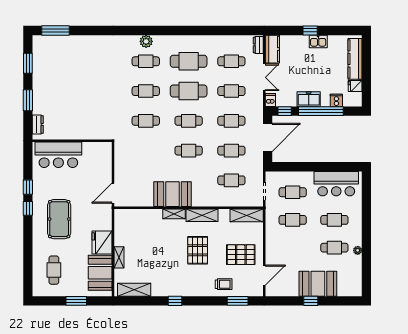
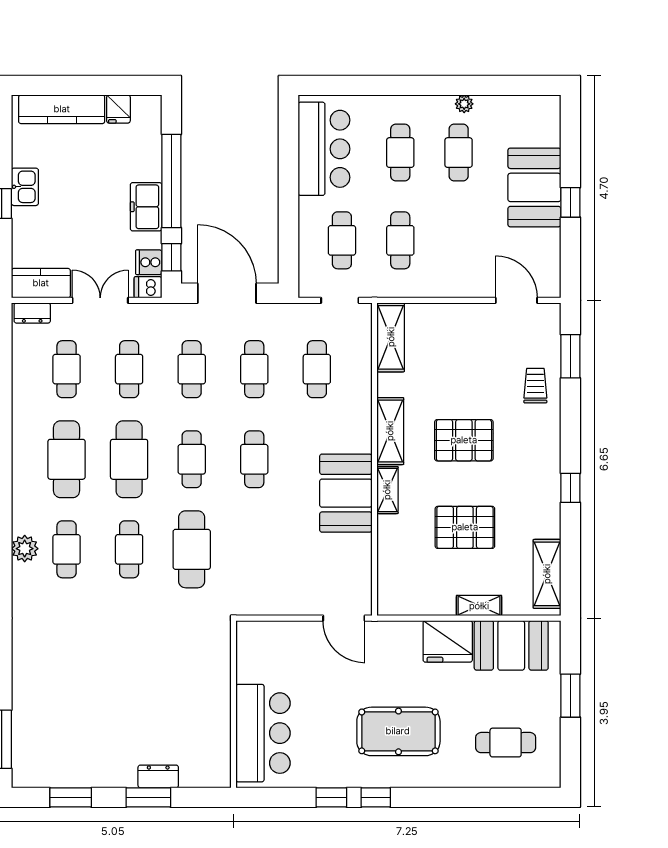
cooker: (336, 100) -> (149, 262), moved
cafe table: (146, 121) -> (192, 549), width x1.37, depth x1.35
dresser: (38, 124) -> (158, 776), moved
pallet: (241, 255) -> (465, 527), moved, turned 90

